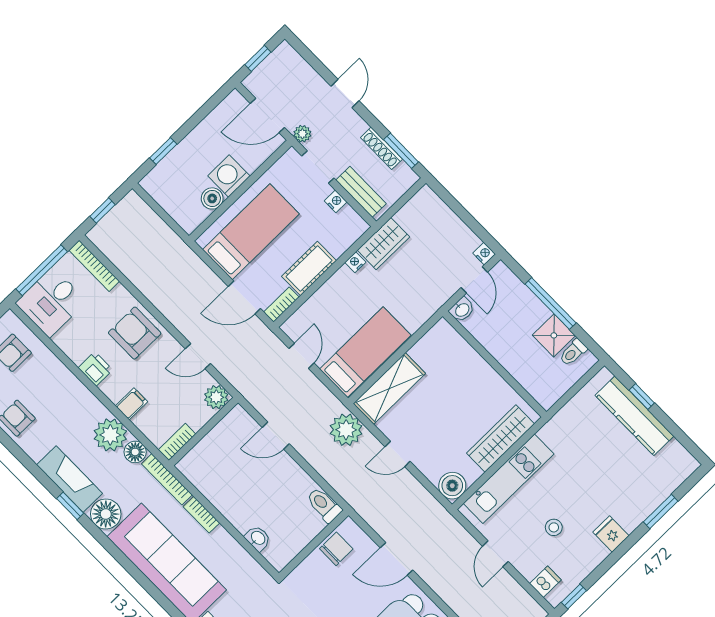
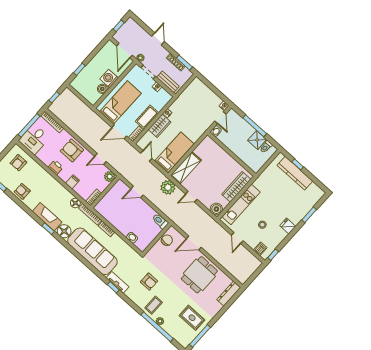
door: (267, 115) -> (124, 51), hinge flipped
wardrobe: (383, 244) -> (160, 126), moved
plant: (110, 435) -> (64, 196), removed

